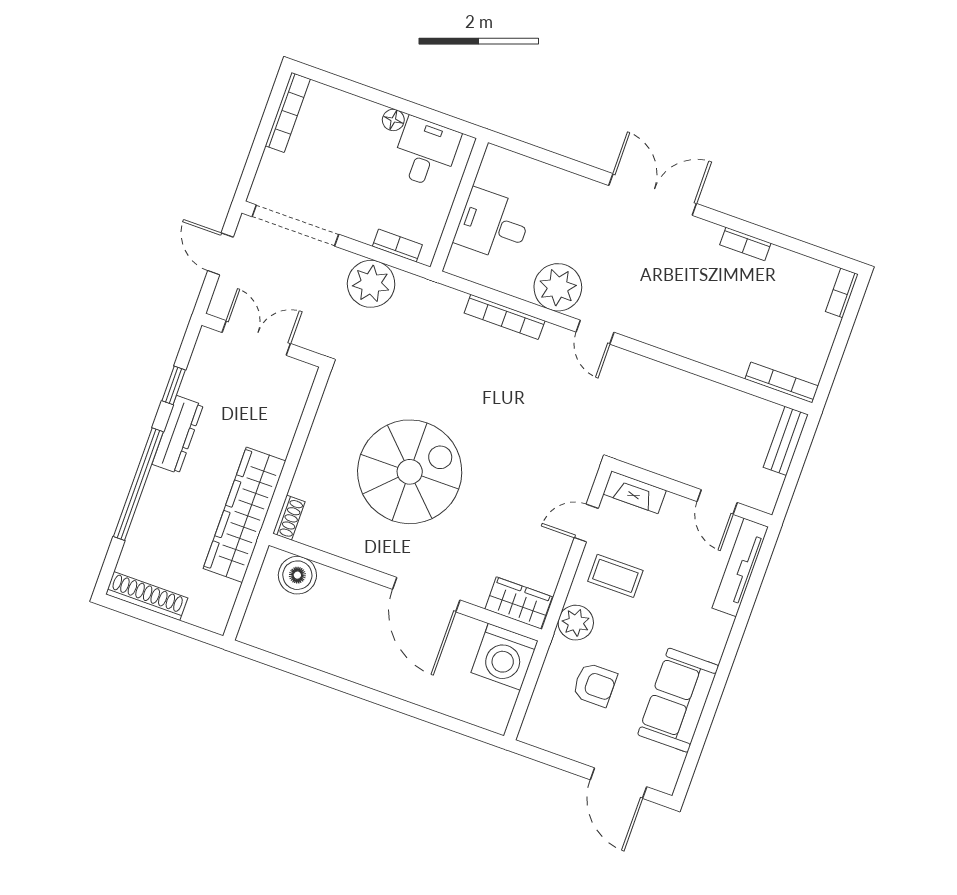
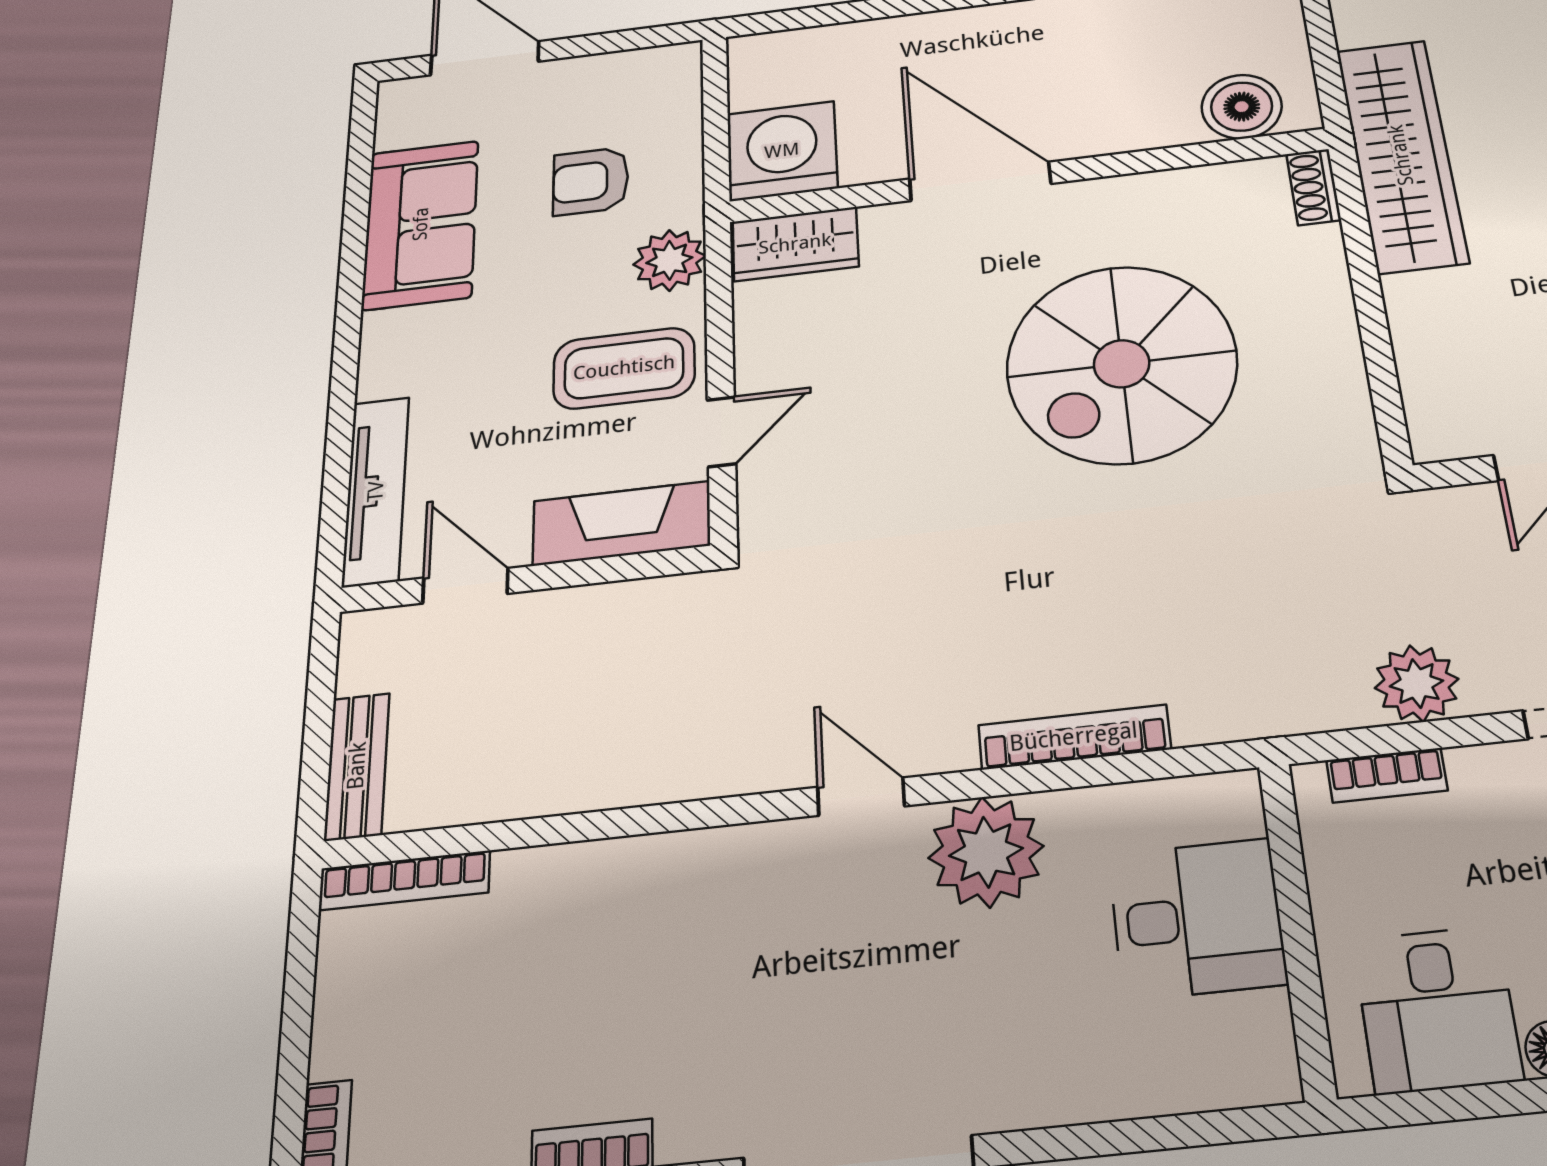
plant: (371, 284) -> (1417, 683), width x0.73, depth x0.73
fireplace: (635, 492) -> (621, 523), width x1.37, depth x1.32
coffee table: (615, 576) -> (624, 368), width x1.36, depth x1.30

